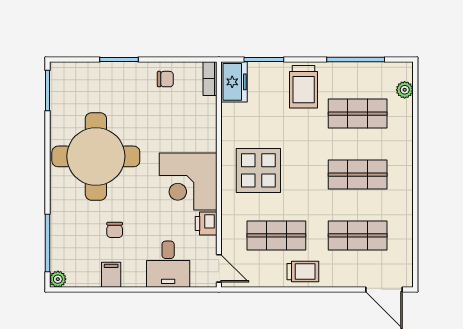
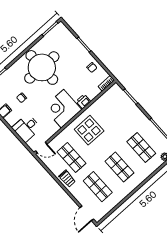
freezer: (234, 82) -> (113, 93), removed
trolley: (304, 87) -> (134, 119), removed
printer: (206, 223) -> (83, 101), moved
door: (219, 268) -> (41, 147), hinge flipped

